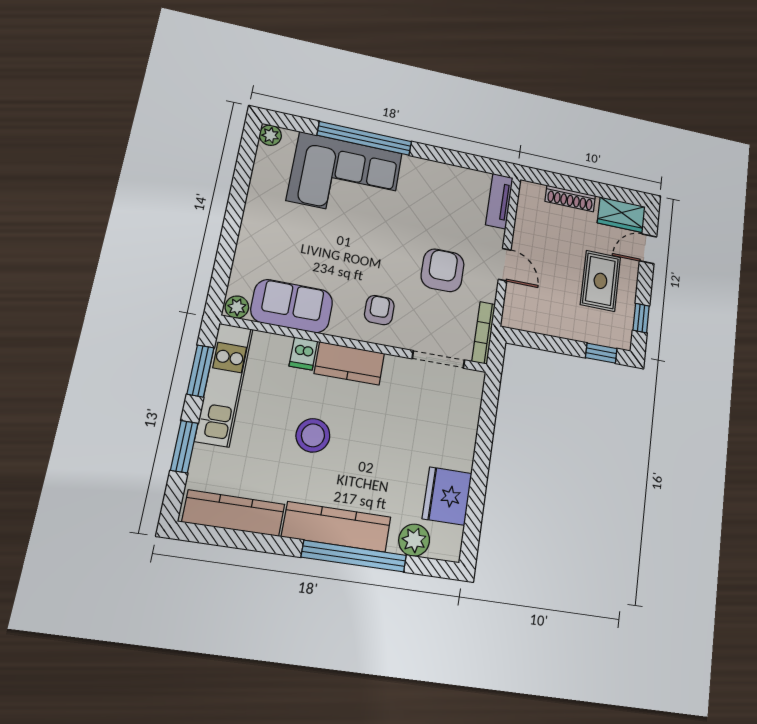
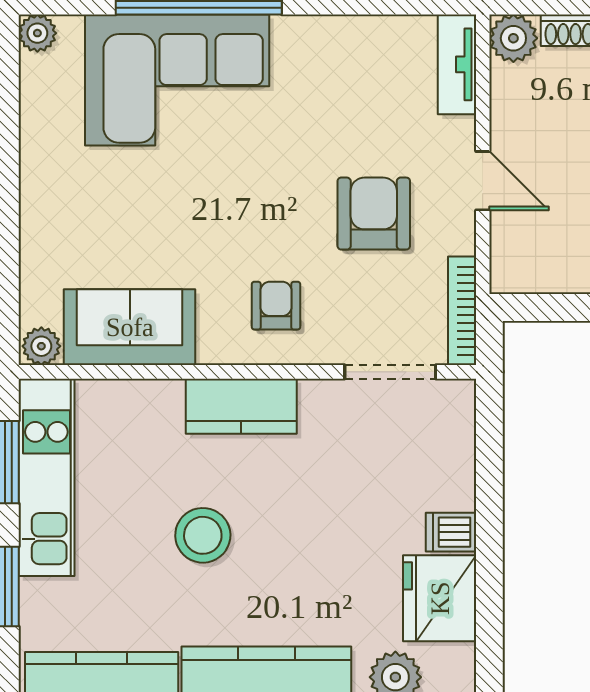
plant: (531, 194) -> (513, 38), added
dishwasher: (303, 354) -> (451, 532), moved, turned 90

